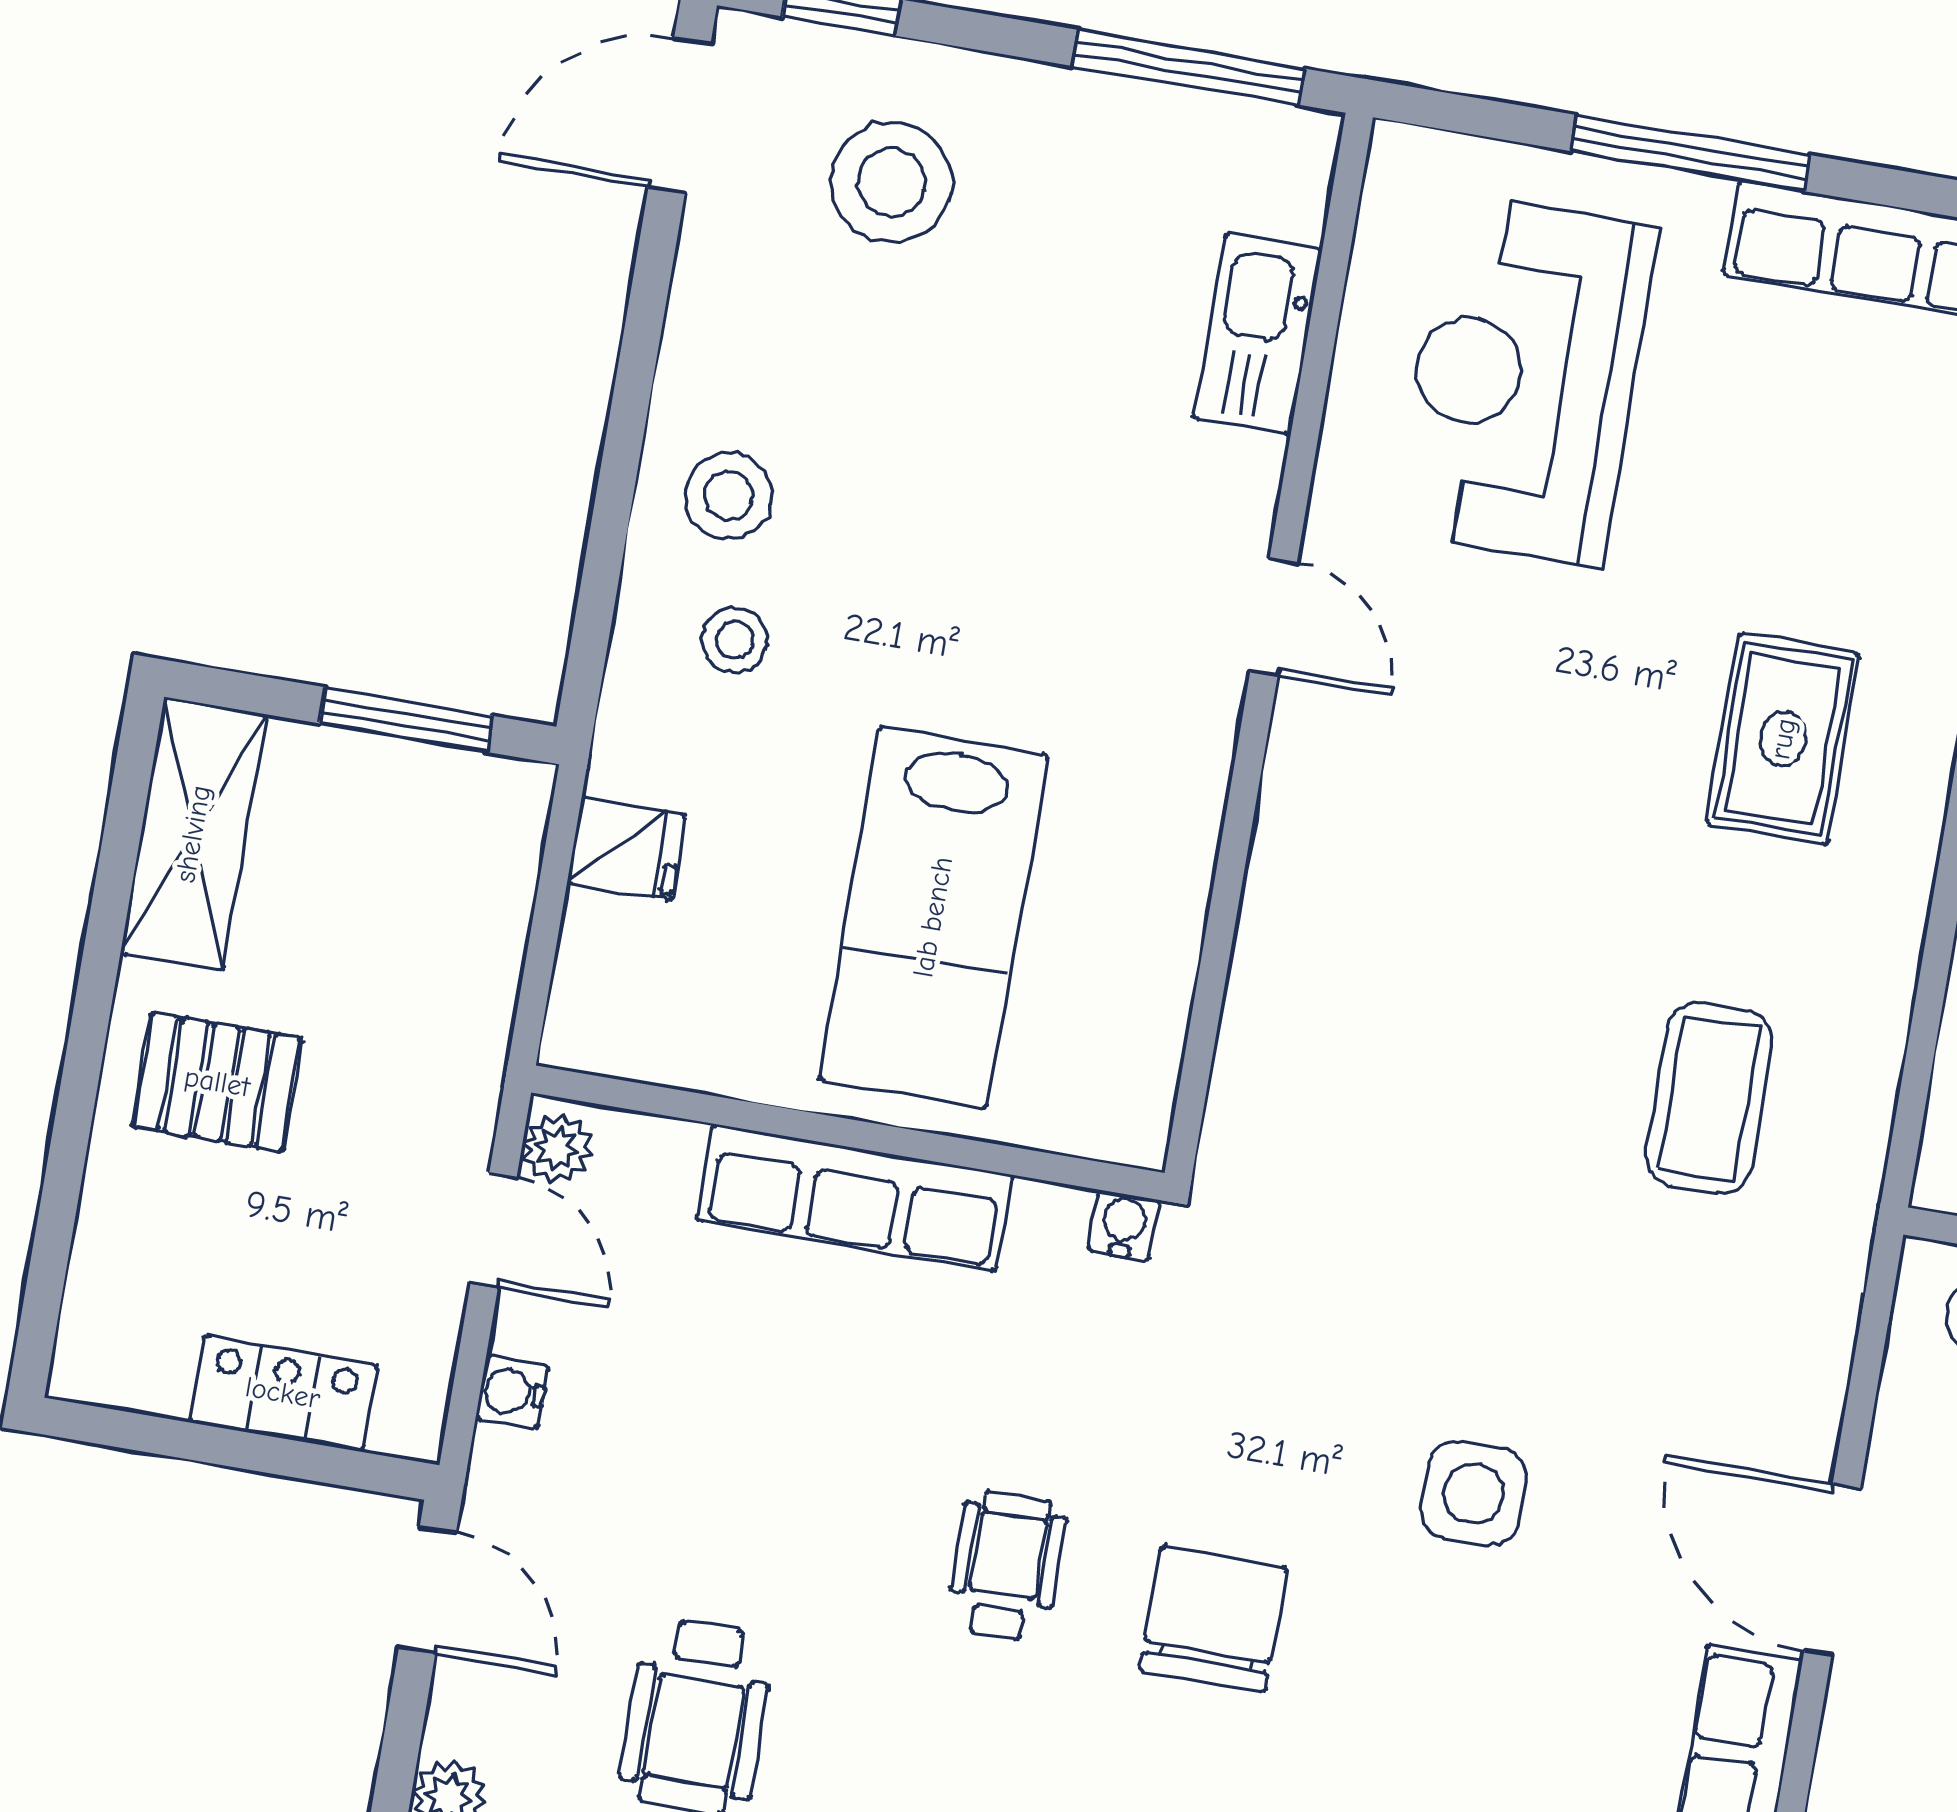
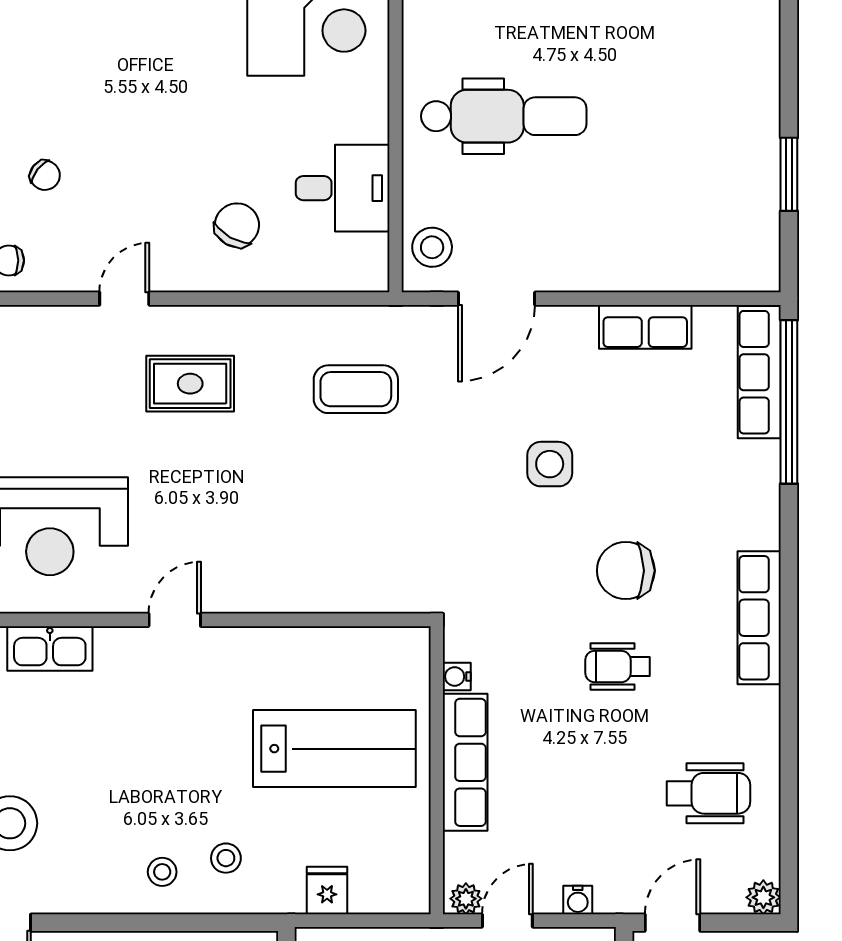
stool: (728, 496) -> (162, 872), width x0.73, depth x0.73
water cooler: (1124, 1225) -> (457, 677), moved
door: (1832, 1570) -> (497, 299), moved

